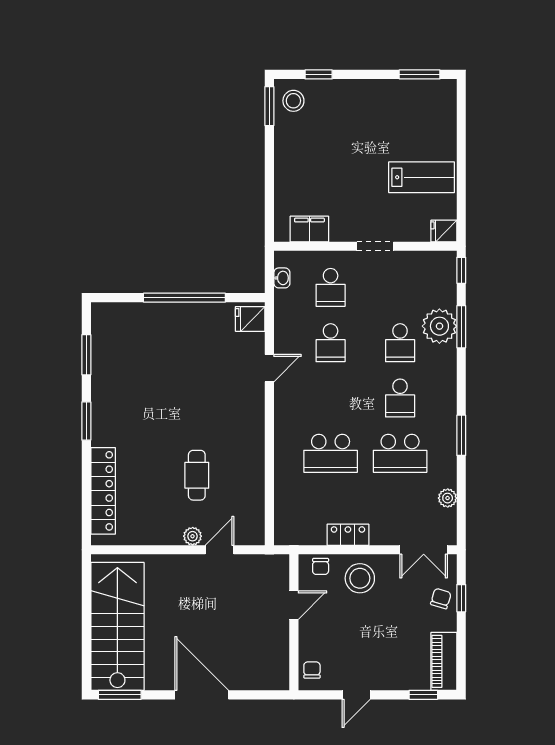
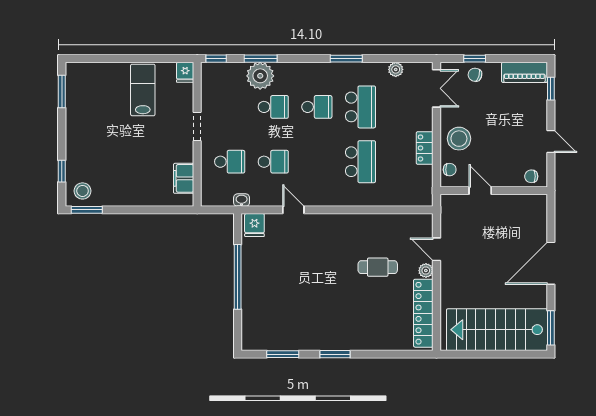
washbasin: (282, 278) -> (242, 200), moved
locker: (103, 491) -> (423, 313), moved, turned -90

